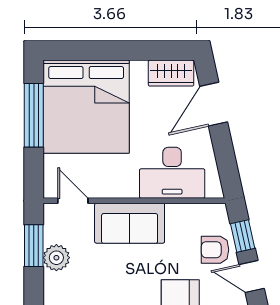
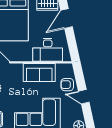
sofa: (130, 223) -> (39, 73), moved
window: (243, 236) -> (80, 78), removed

